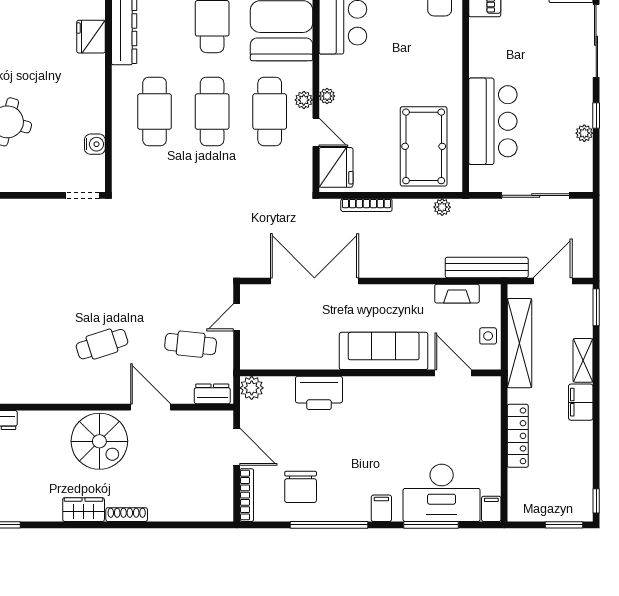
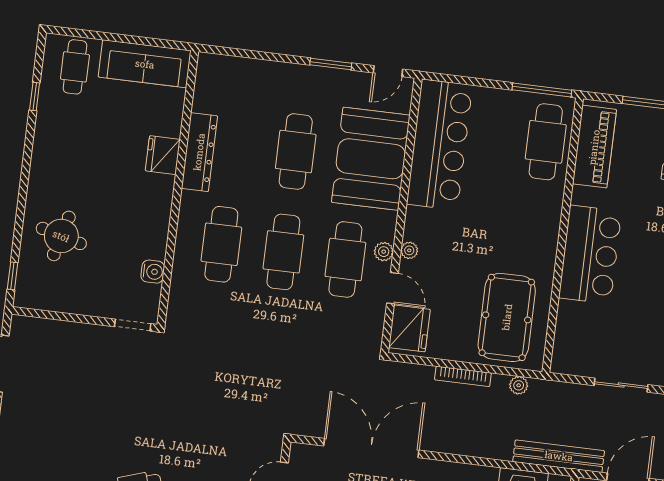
bar counter: (493, 121) -> (590, 255), moved
sliding door: (536, 195) -> (621, 385), width x0.73
bookcase: (366, 205) -> (463, 376), moved

